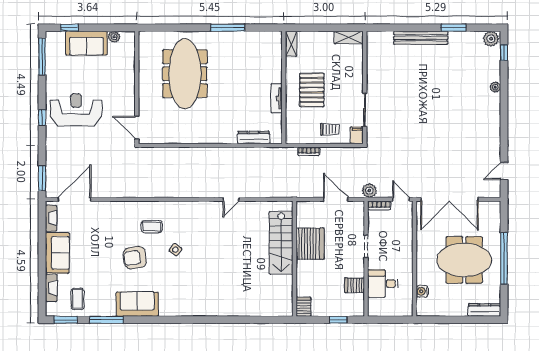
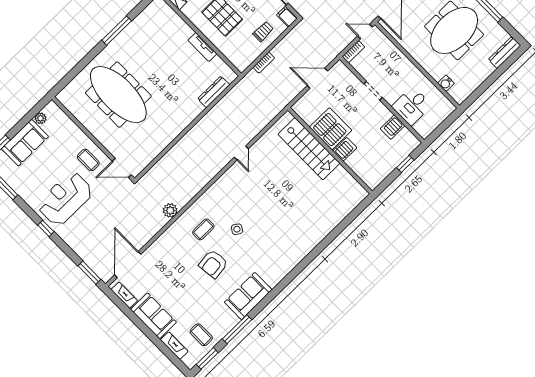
coffee table: (119, 99) -> (88, 160), added
plant: (369, 191) -> (170, 210), moved
server rack: (304, 307) -> (345, 149), moved, turned 90

